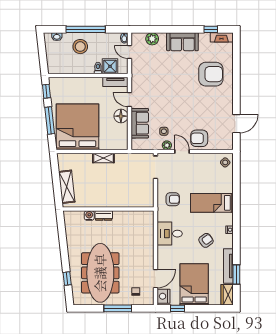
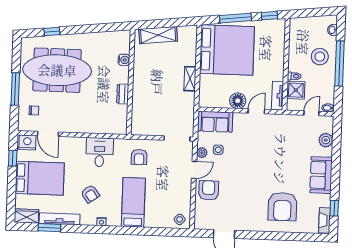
sofa: (140, 123) -> (215, 122), moved
dresser: (104, 215) -> (123, 94), moved

